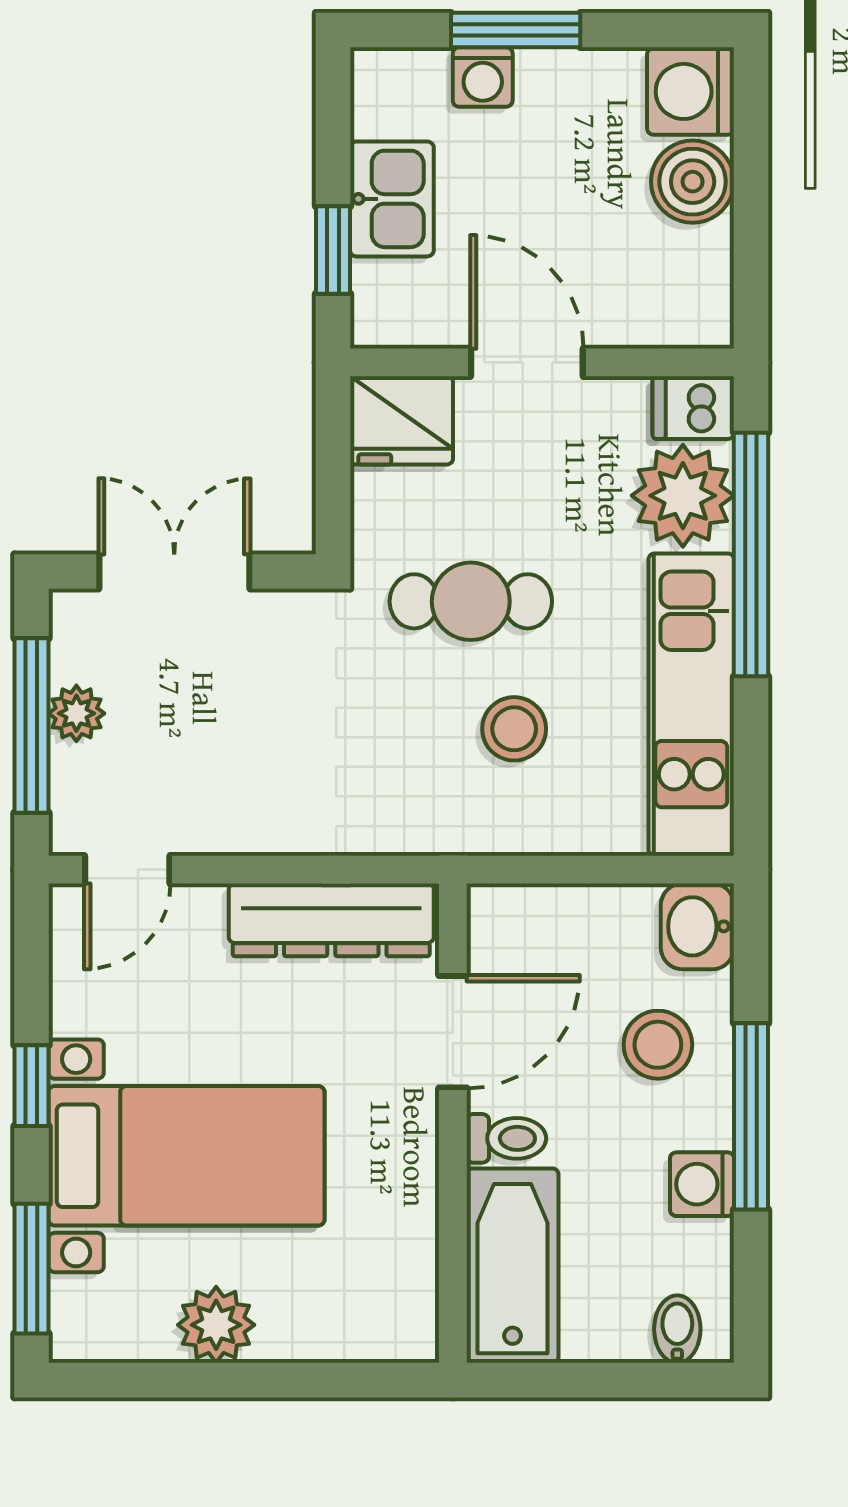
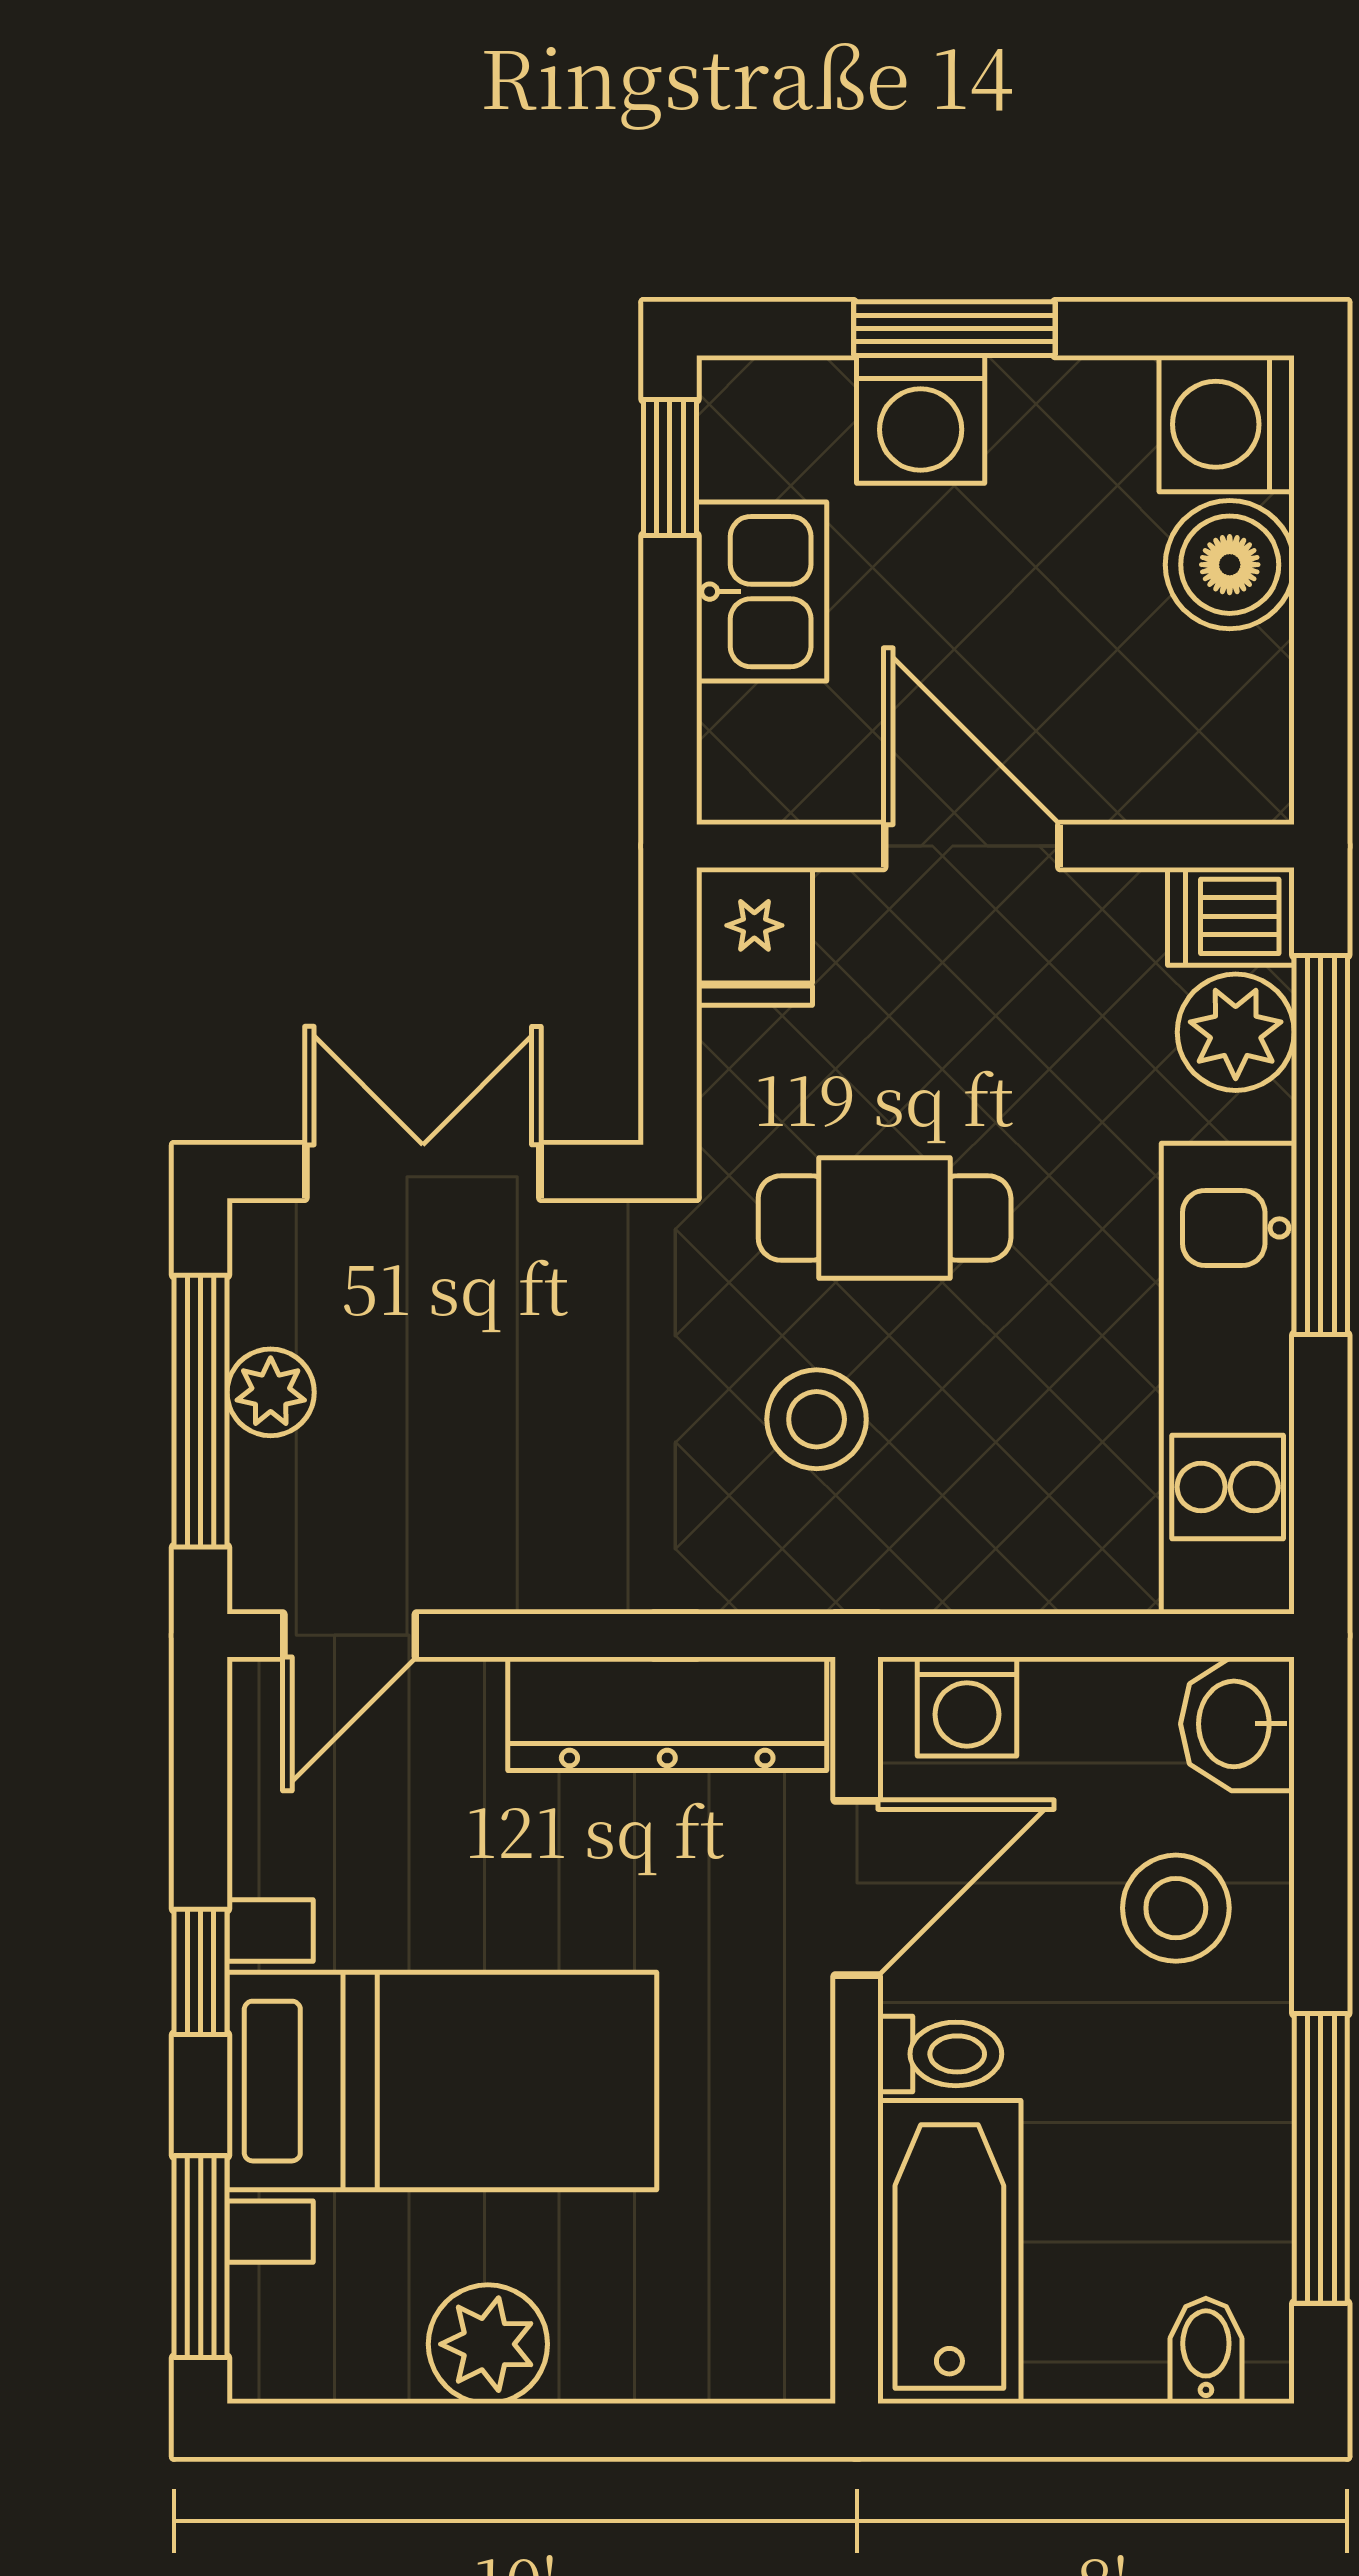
washing machine: (483, 77) -> (921, 419), width x1.38, depth x1.38
window: (333, 250) -> (670, 468), moved
fridge: (402, 420) -> (754, 936), width x0.72
plant: (683, 496) -> (1236, 1032), width x0.73, depth x0.73
stool: (514, 729) -> (817, 1419), moved
window: (751, 1116) -> (1321, 2158), moved
washing machine: (702, 1184) -> (967, 1707), moved, turned -90

